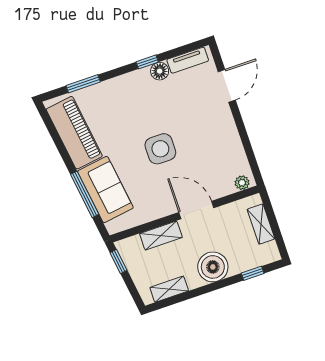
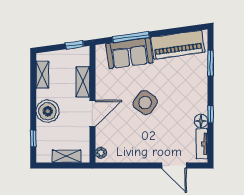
side table: (160, 149) -> (145, 102), turned 35

